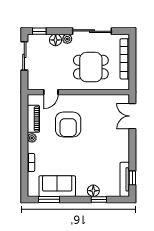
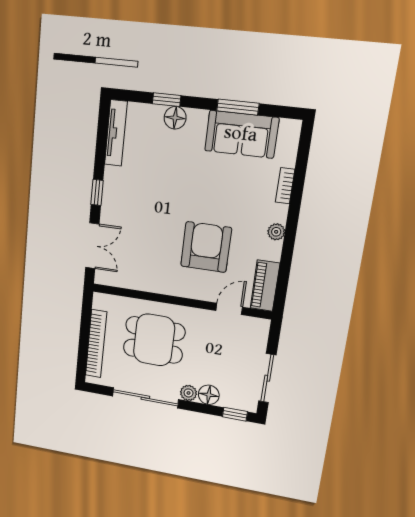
piano: (33, 119) -> (265, 286), moved
window: (132, 178) -> (97, 192), moved
window: (49, 199) -> (238, 107), moved

